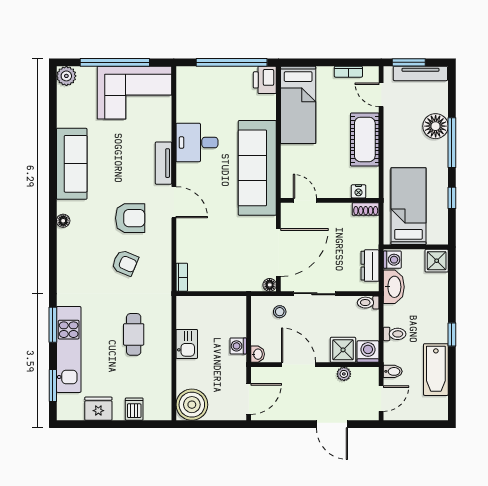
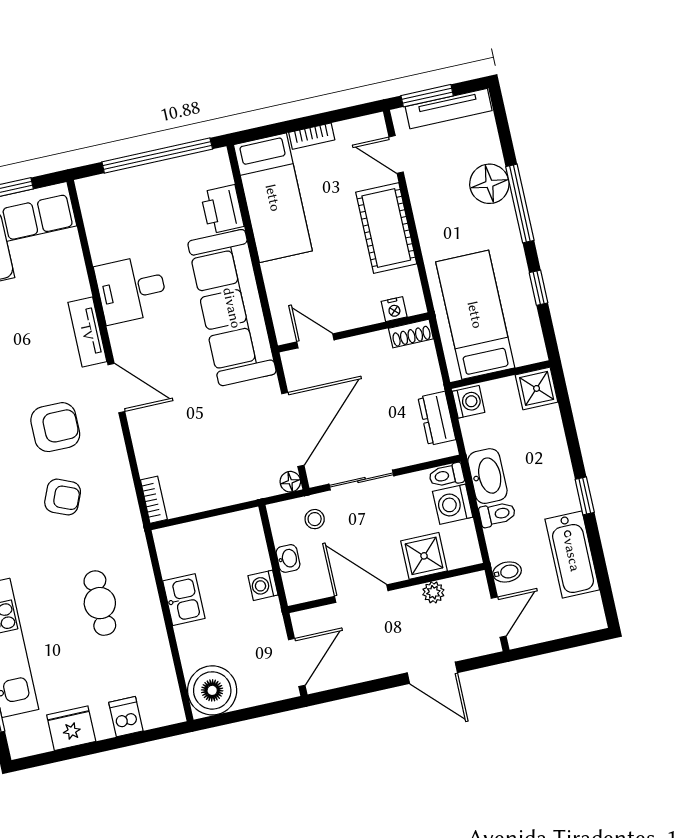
bookcase: (348, 72) -> (312, 136), moved
printer: (265, 80) -> (222, 209), moved
washbasin: (394, 287) -> (487, 476), moved
washing machine: (368, 352) -> (453, 504), moved, turned -90
washbasin: (258, 354) -> (288, 558), moved

